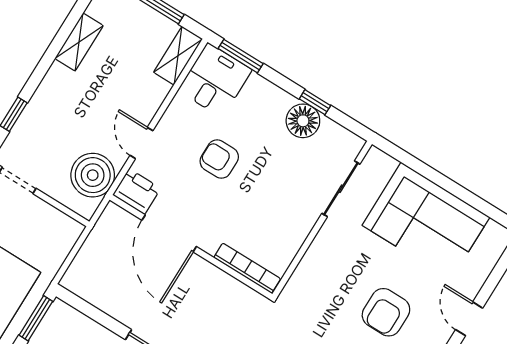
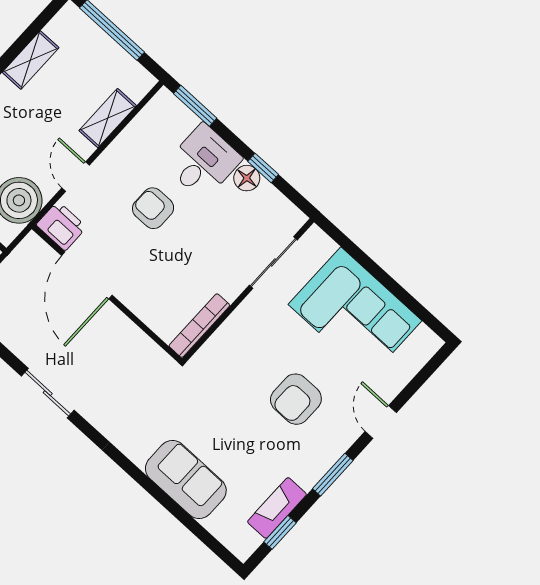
shelving: (178, 56) -> (108, 118), moved
desk: (215, 80) -> (203, 162), moved
floor lamp: (303, 121) -> (247, 178), width x0.73, depth x0.73
bookcase: (247, 268) -> (199, 326), moved, turned -90

